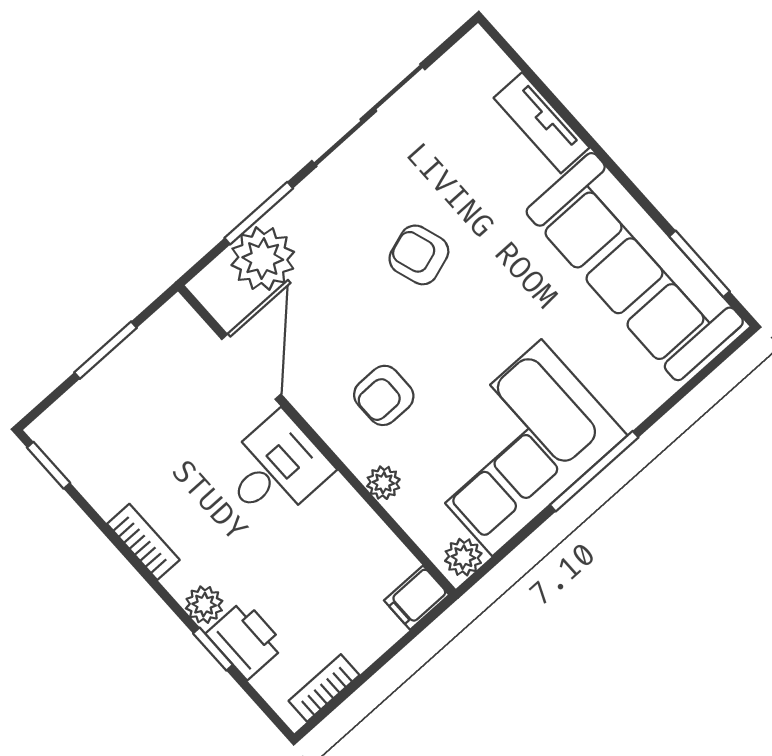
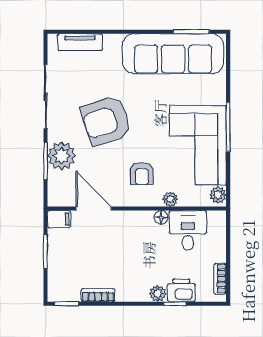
tv unit: (542, 123) -> (80, 42), moved
armchair: (419, 255) -> (106, 121), width x1.88, depth x1.88
plant: (263, 259) -> (62, 156), moved
desk: (275, 469) -> (188, 230), moved
floor lamp: (339, 494) -> (161, 217), added
bookcase: (143, 542) -> (98, 295), moved
filing cabinet: (417, 598) -> (59, 219), moved, turned -90

